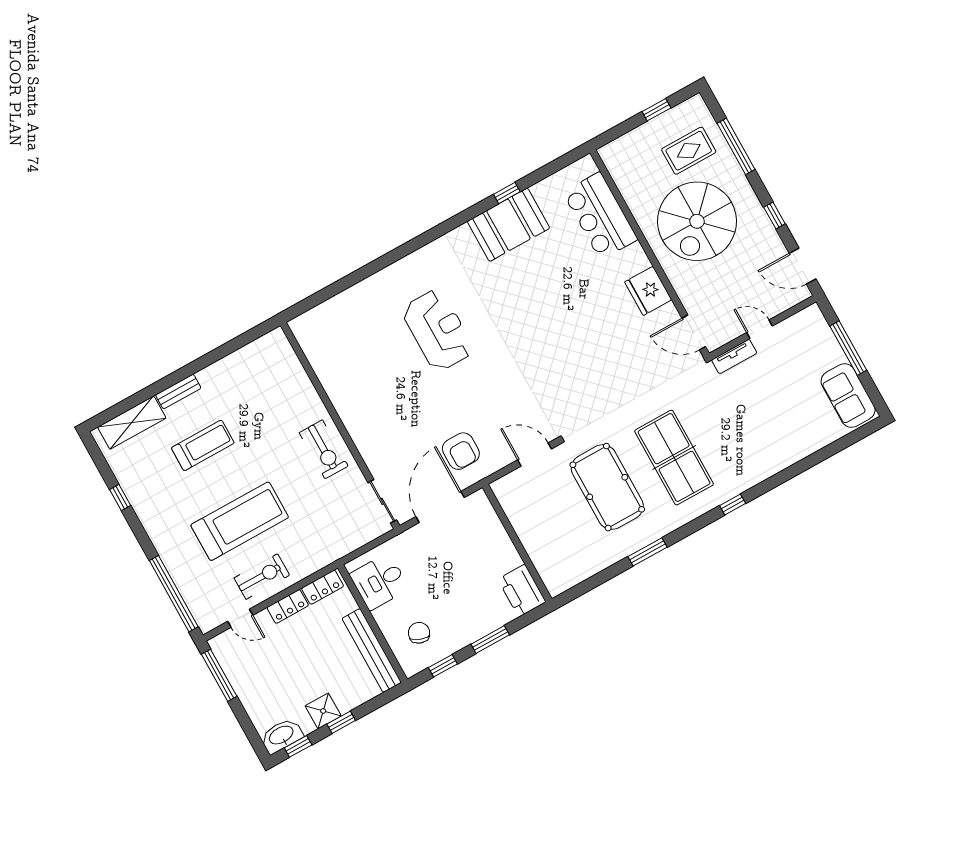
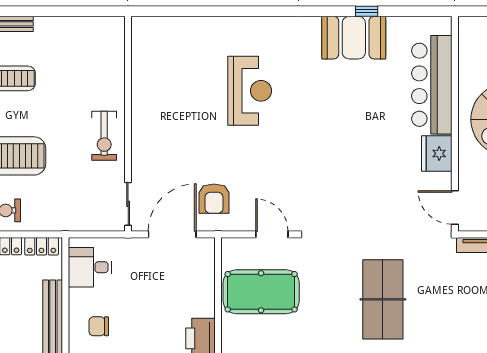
bar counter: (600, 216) -> (432, 85), width x1.36
pool table: (607, 487) -> (261, 292), moved, turned 90
chair: (419, 633) -> (99, 326), turned -111

